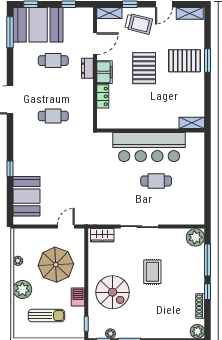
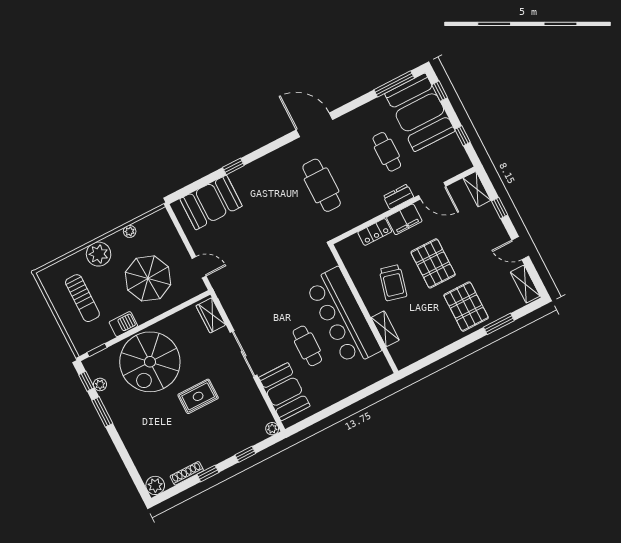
trolley: (139, 24) -> (393, 283), moved
window: (207, 61) -> (499, 324), moved
pallet: (144, 68) -> (433, 263), turned 90
cafe table: (53, 116) -> (322, 185), width x1.37, depth x1.35
shelving: (192, 123) -> (385, 329), moved
booth: (179, 212) -> (284, 392), added
plant: (195, 237) -> (272, 429), width x0.53, depth x0.53
window: (207, 260) -> (245, 454), width x0.46
spiral stairs: (113, 292) -> (150, 362), width x1.37, depth x1.37

